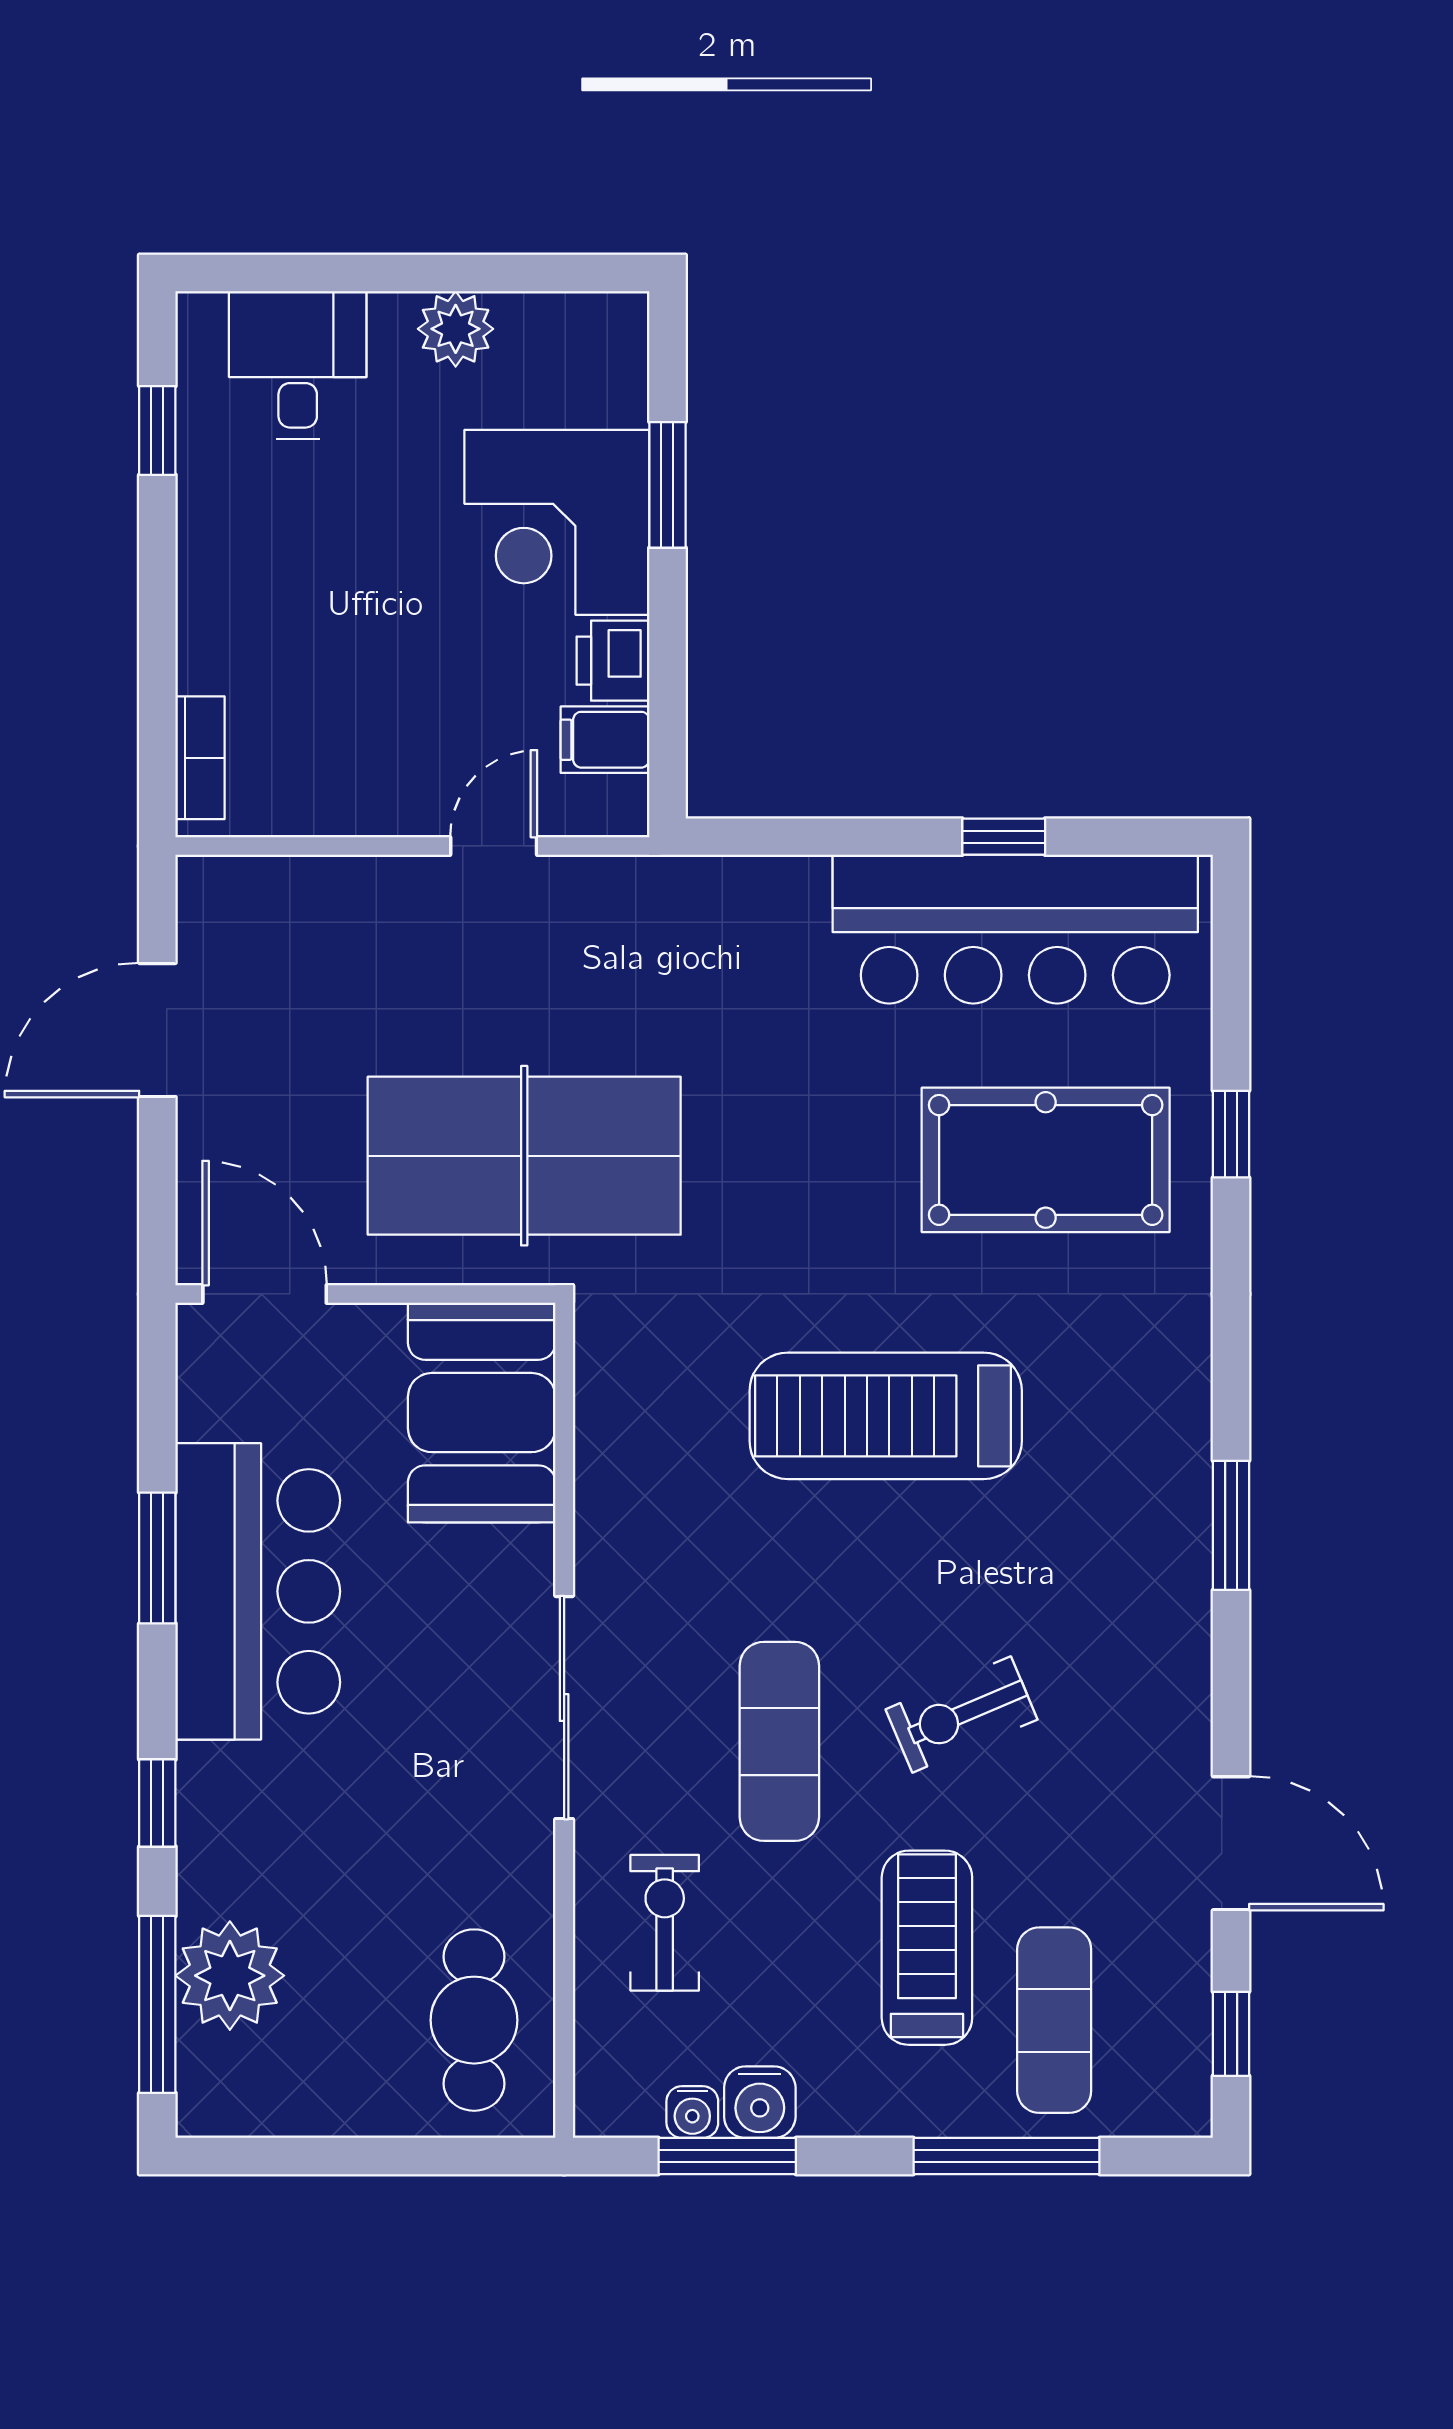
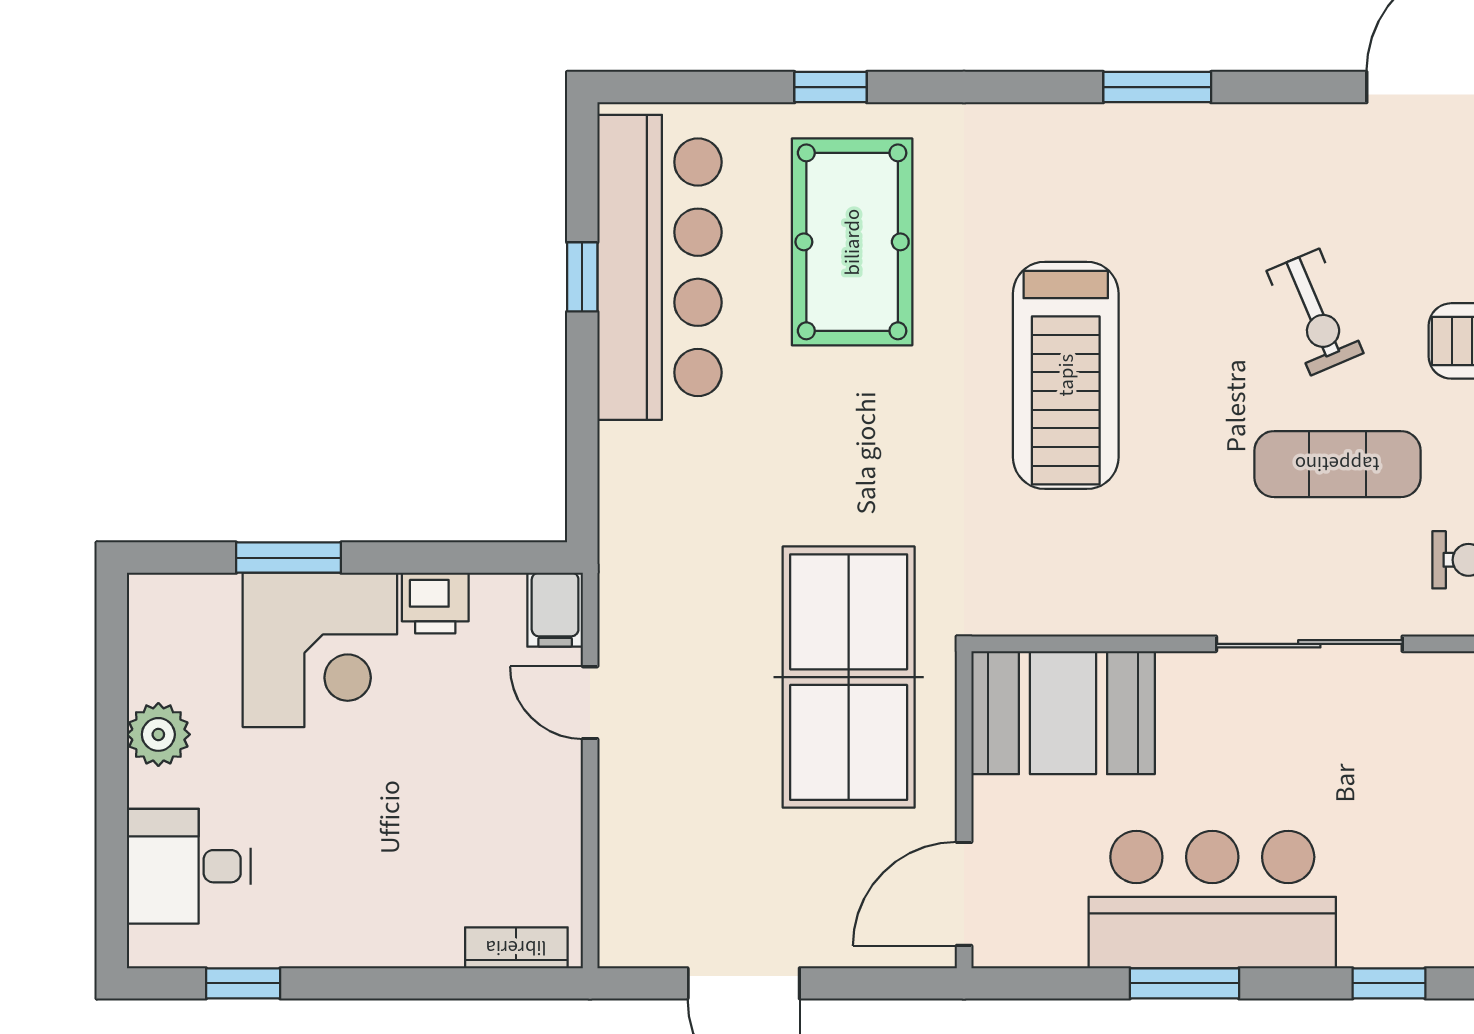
filing cabinet: (605, 740) -> (555, 610), moved

